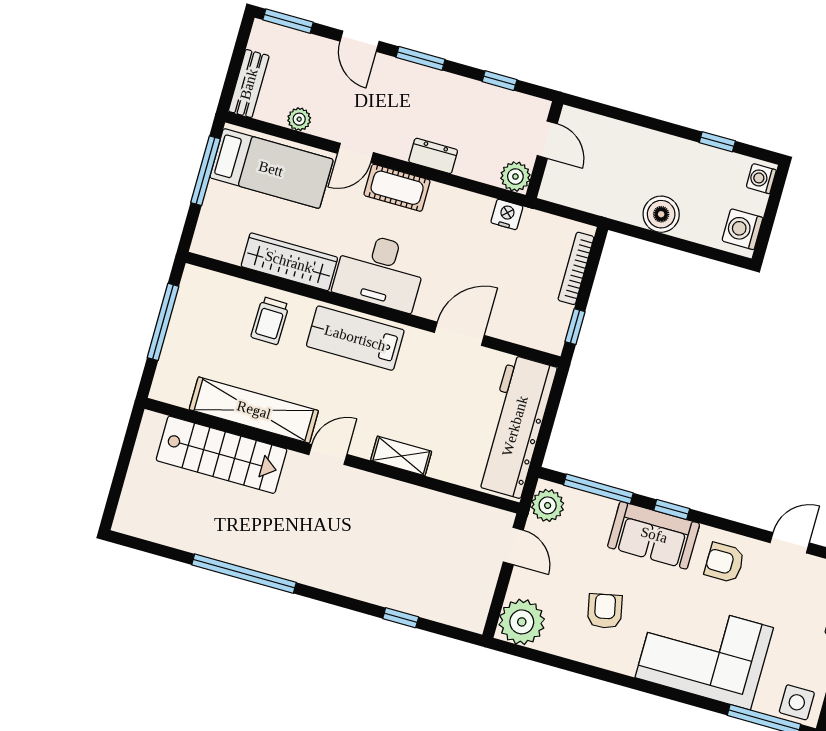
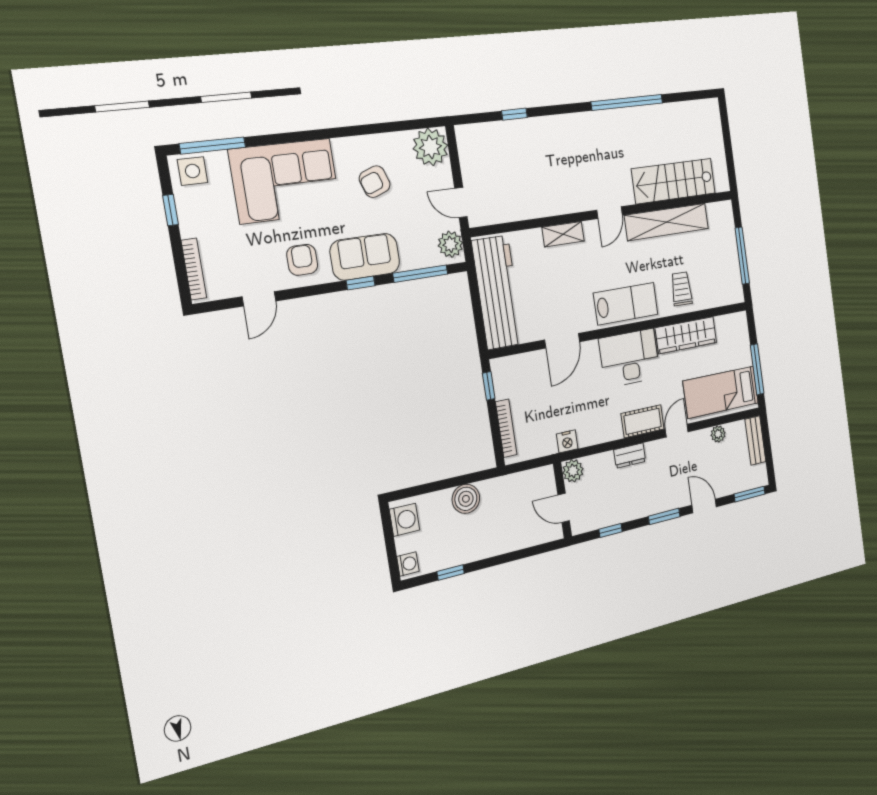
armchair: (724, 563) -> (302, 260), turned -90
armchair: (605, 611) -> (375, 182), turned 82

